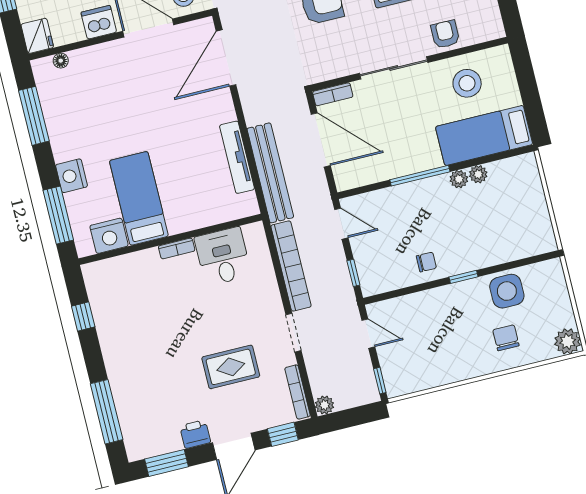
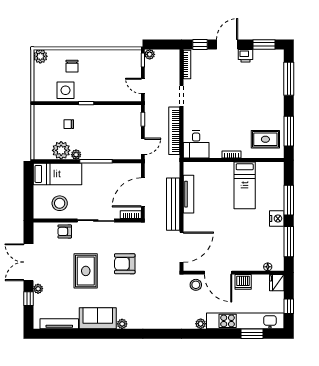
armchair: (445, 34) -> (65, 231), turned 90
door: (321, 140) -> (143, 192), hinge flipped
bench: (270, 173) -> (173, 204), moved
plant: (478, 174) -> (61, 150), width x1.88, depth x1.88
nightstand: (72, 176) -> (277, 219), moved
window: (58, 215) -> (289, 200), moved
door: (341, 224) -> (143, 146), swing flipped
nightstand: (109, 236) -> (265, 170), removed
desk: (223, 256) -> (196, 144), moved
chair: (426, 262) -> (69, 124), moved
window: (83, 317) -> (289, 131), width x2.17
rug: (231, 367) -> (265, 139), moved
plant: (325, 405) -> (150, 54), moved

